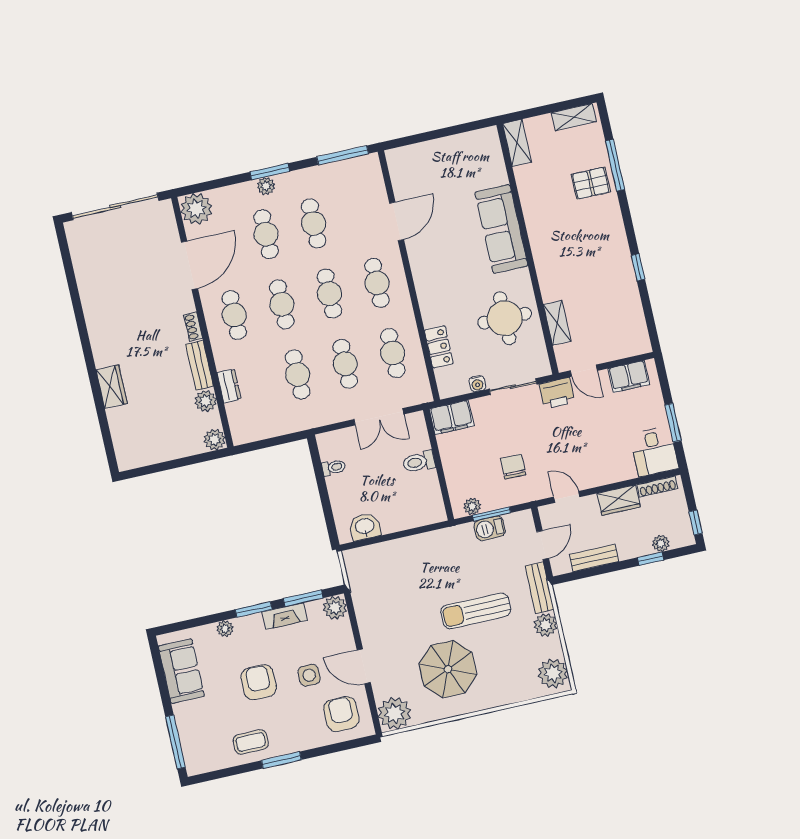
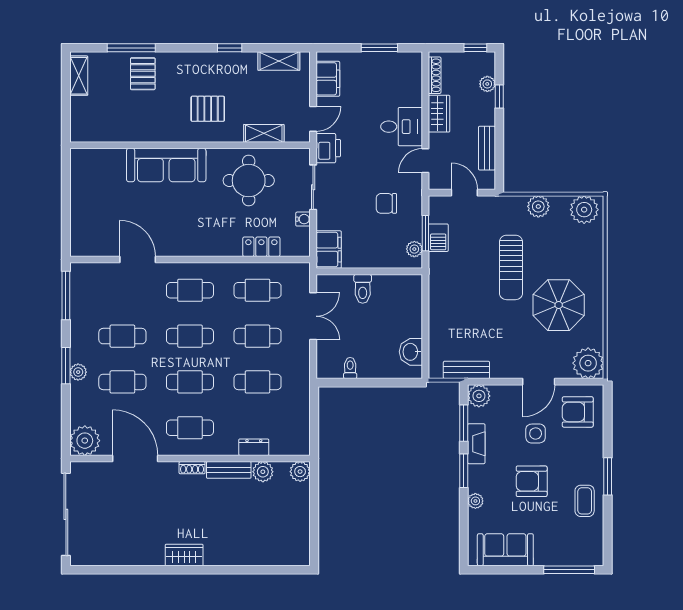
shelving: (517, 143) -> (279, 61), moved
pallet: (570, 259) -> (208, 109), added
wardrobe: (112, 387) -> (184, 555), moved
desk: (654, 451) -> (402, 127), moved
bench: (539, 588) -> (466, 370), moved

